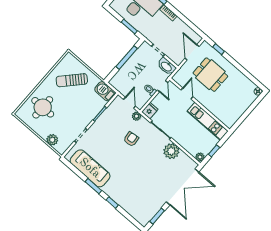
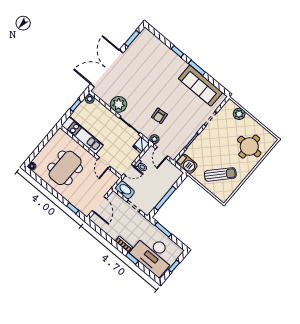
dining table: (210, 75) -> (65, 168), moved, width x1.38
door: (163, 86) -> (129, 170), swing flipped

